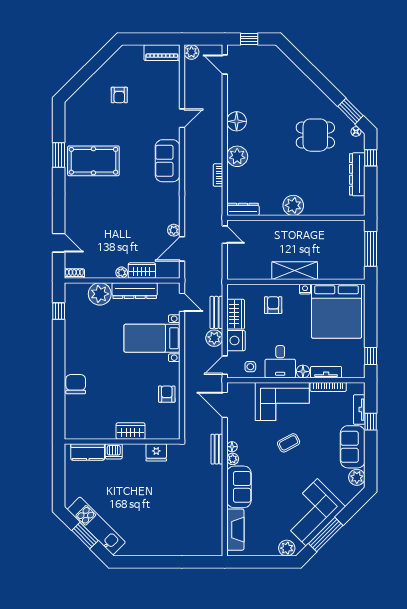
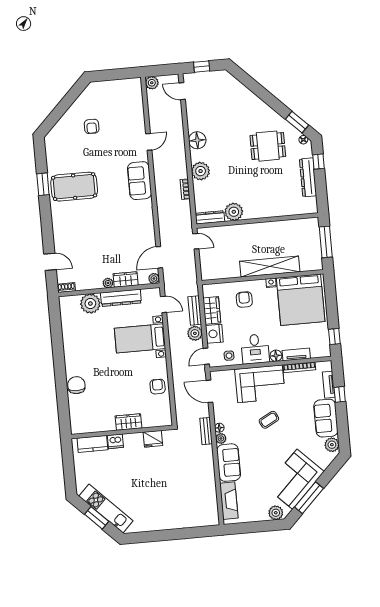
piano: (162, 53) -> (126, 86), removed
plant: (293, 205) -> (234, 212), moved
plant: (174, 230) -> (154, 278), moved
shelving: (295, 271) -> (270, 267), width x1.47
window: (59, 311) -> (56, 322), removed

